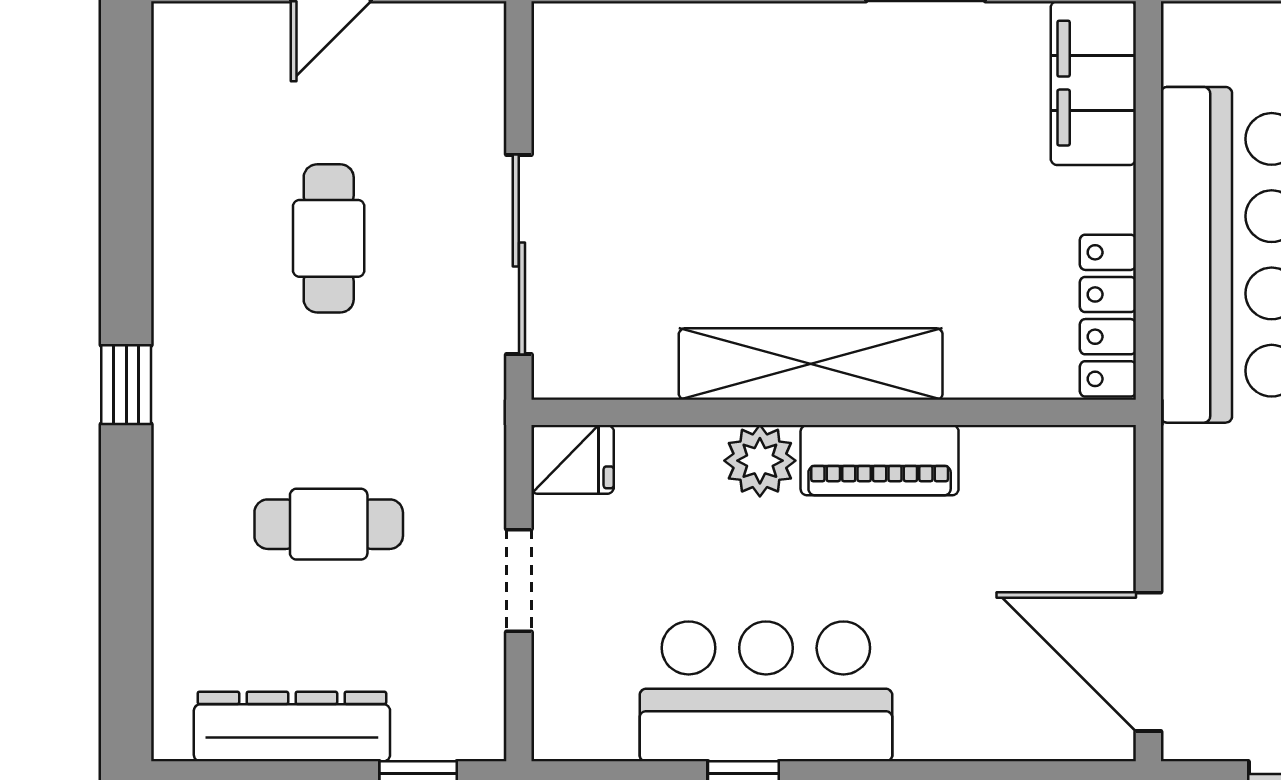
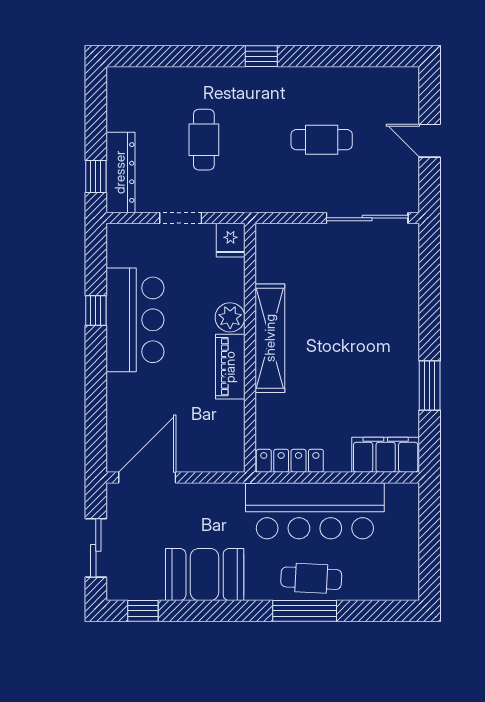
sliding door: (519, 255) -> (367, 218), moved
dresser: (292, 727) -> (120, 172), moved

